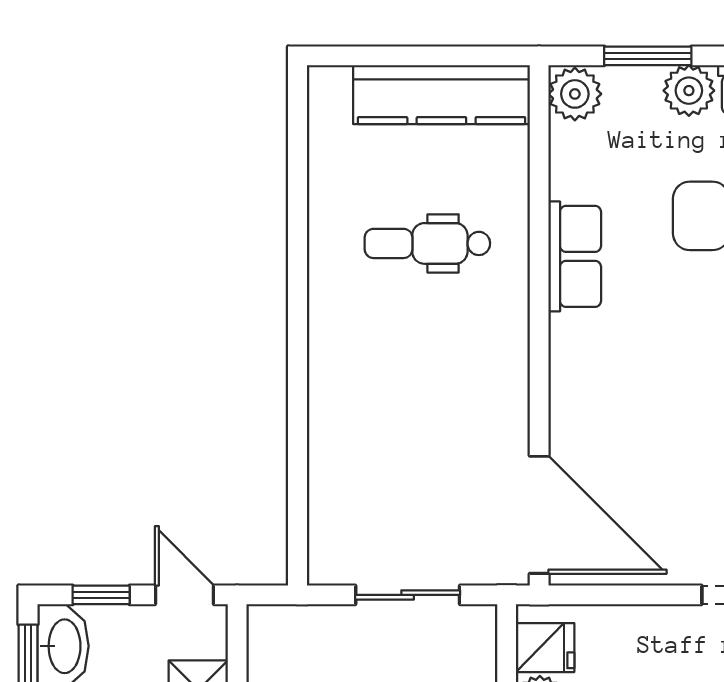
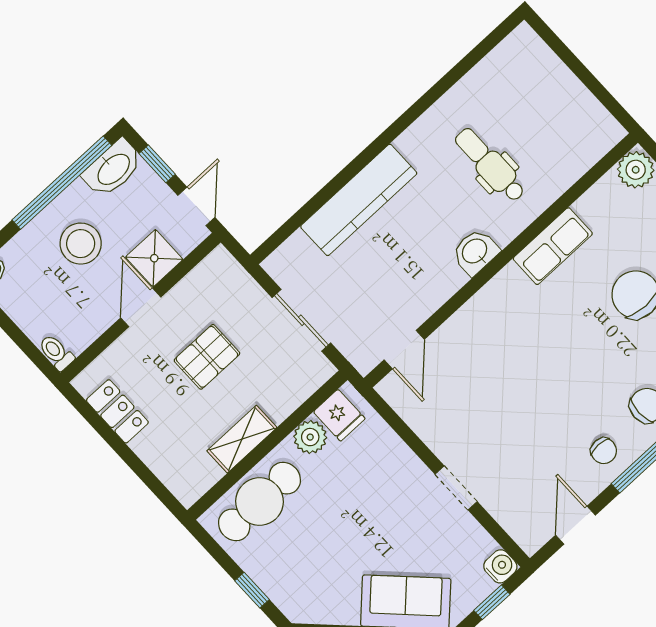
kitchen counter: (441, 95) -> (359, 200), moved, turned -90
washbasin: (505, 344) -> (475, 252), added
door: (539, 515) -> (404, 350), width x0.53

